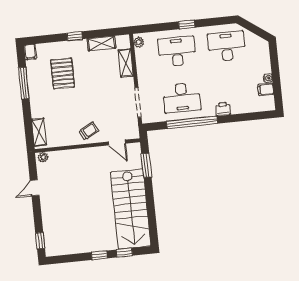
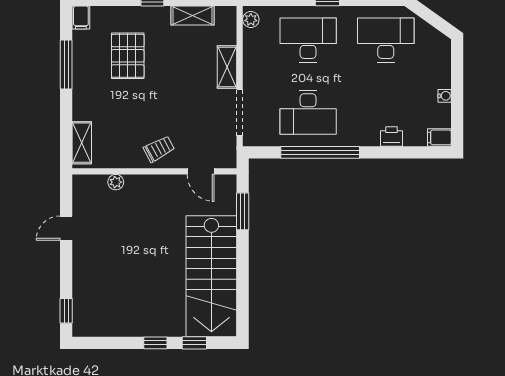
shelving: (126, 63) -> (227, 67), moved
filing cabinet: (266, 89) -> (439, 137), moved
printer: (223, 109) -> (391, 136), moved
plant: (43, 157) -> (116, 182), moved

